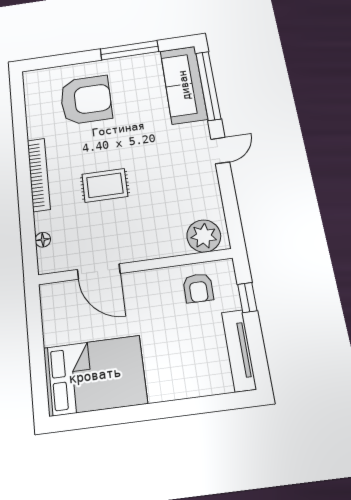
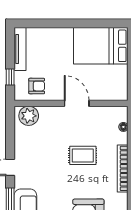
door: (99, 271) -> (77, 103), moved
armchair: (198, 288) -> (37, 86), turned 90

